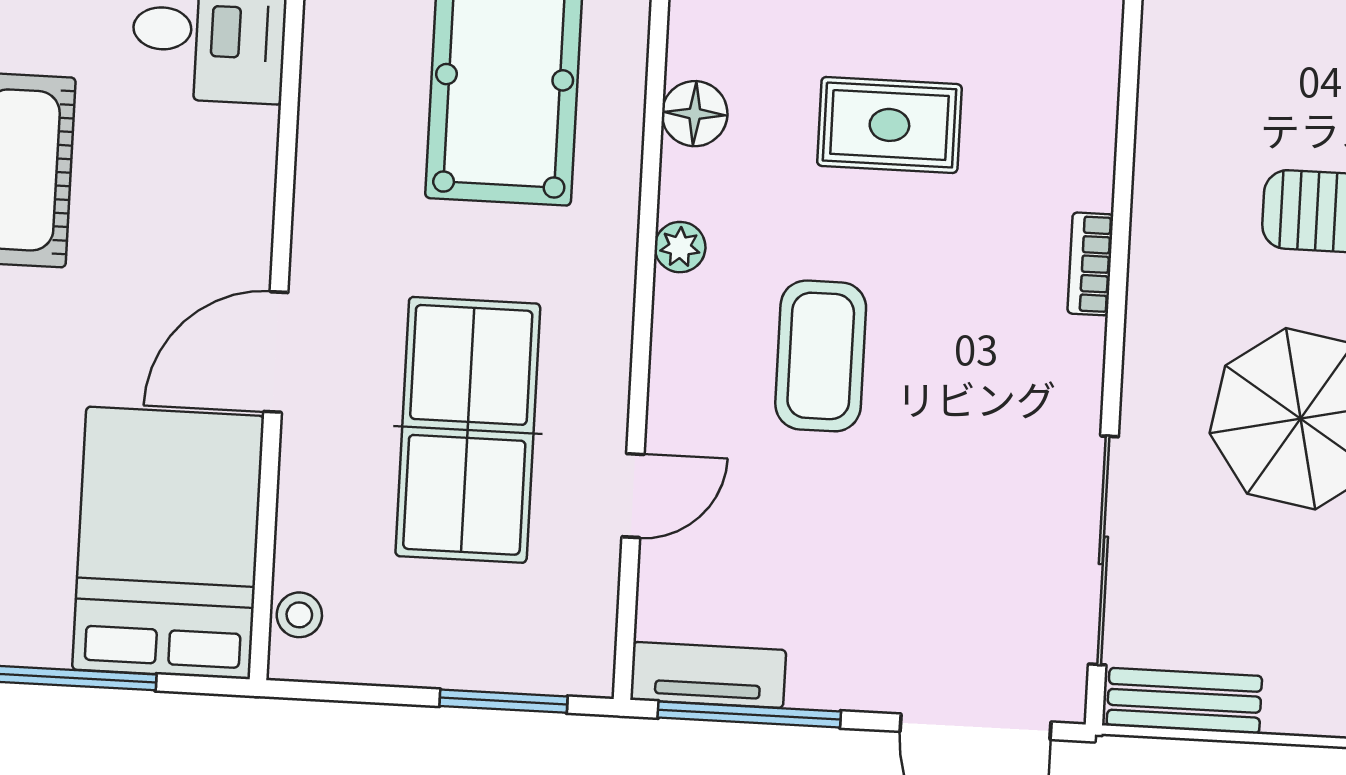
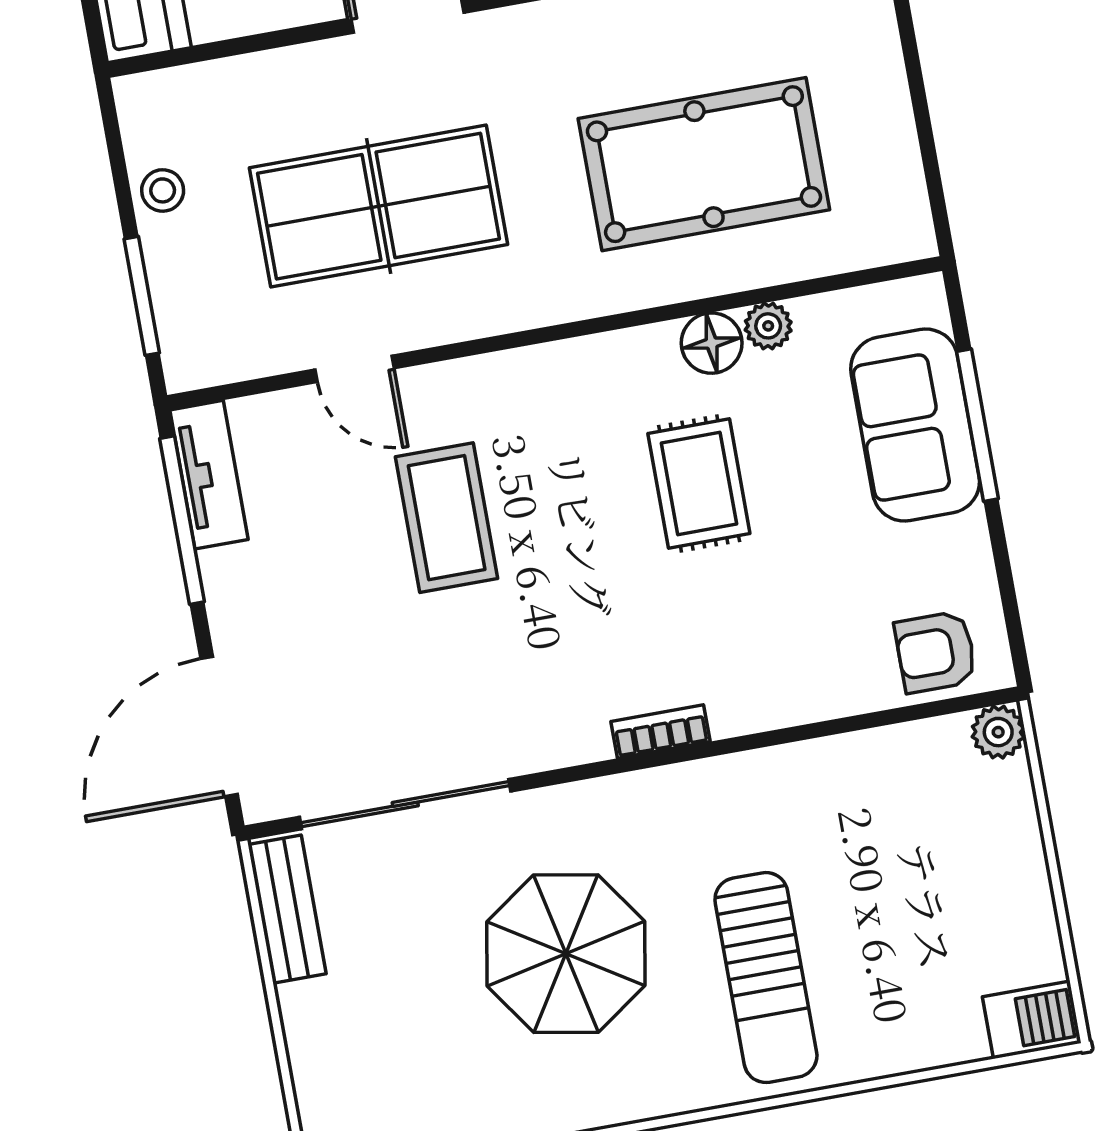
rug: (889, 125) -> (699, 484), moved
plant: (680, 247) -> (768, 326), moved
coffee table: (821, 356) -> (447, 518), moved, turned 90
stool: (299, 615) -> (163, 190), moved

